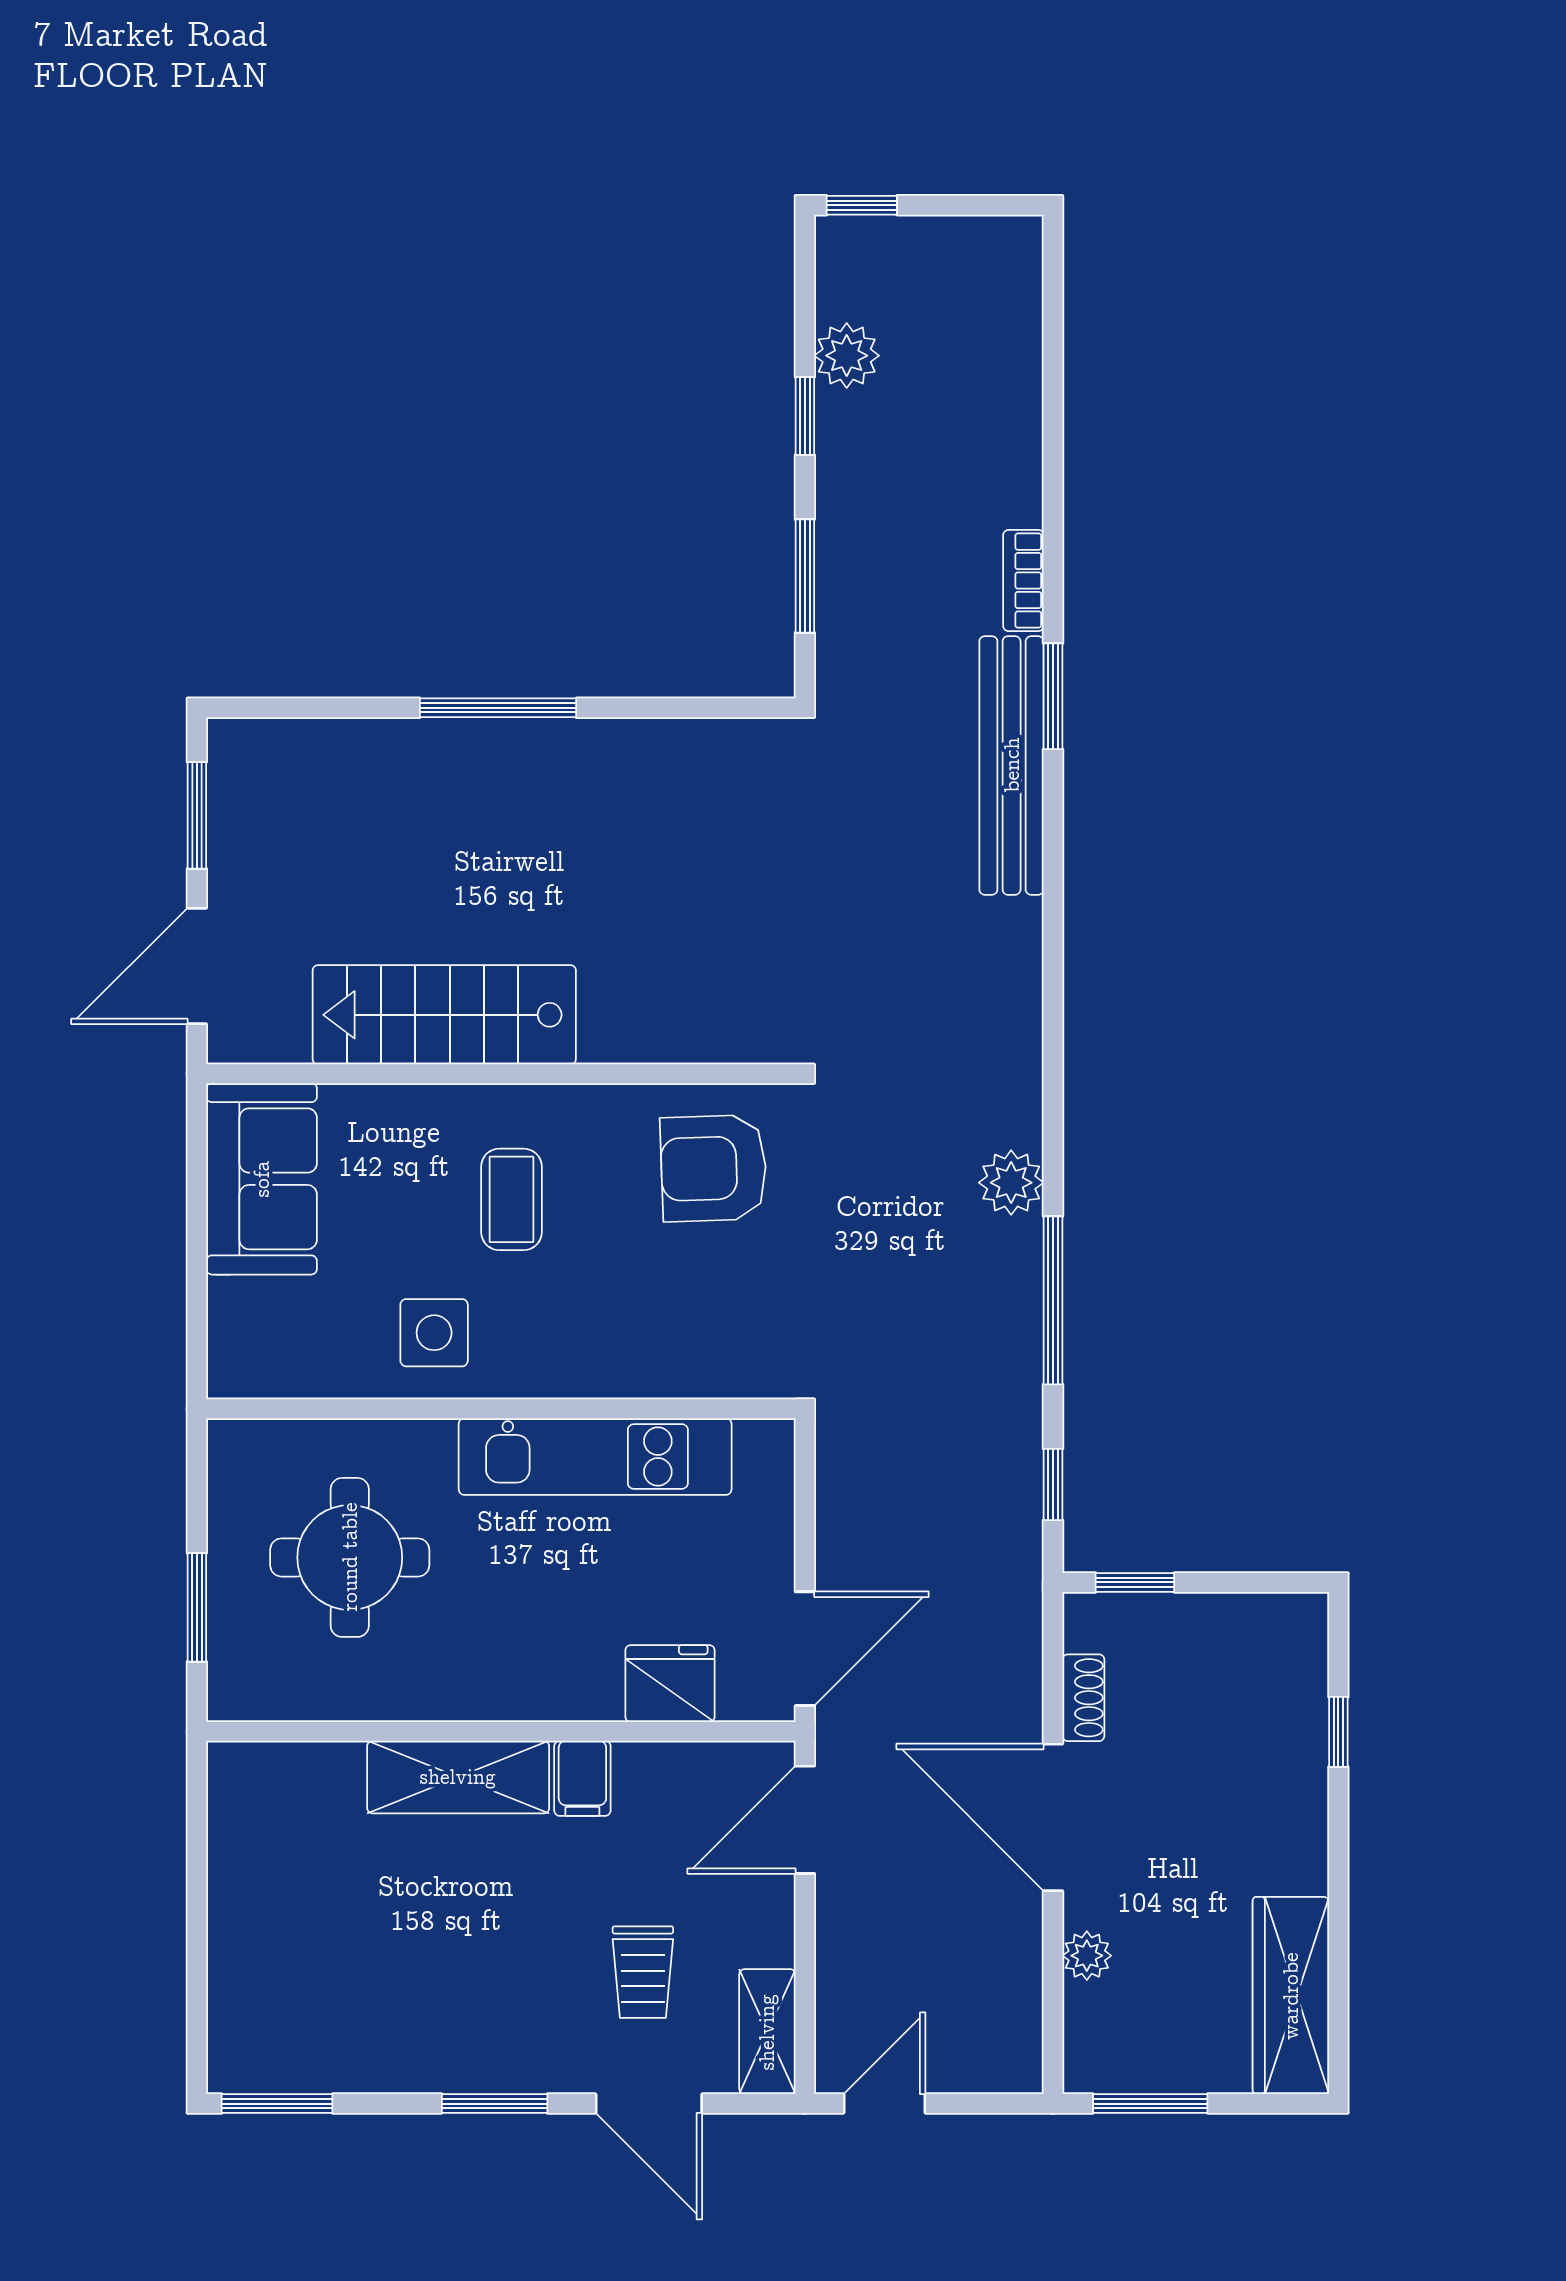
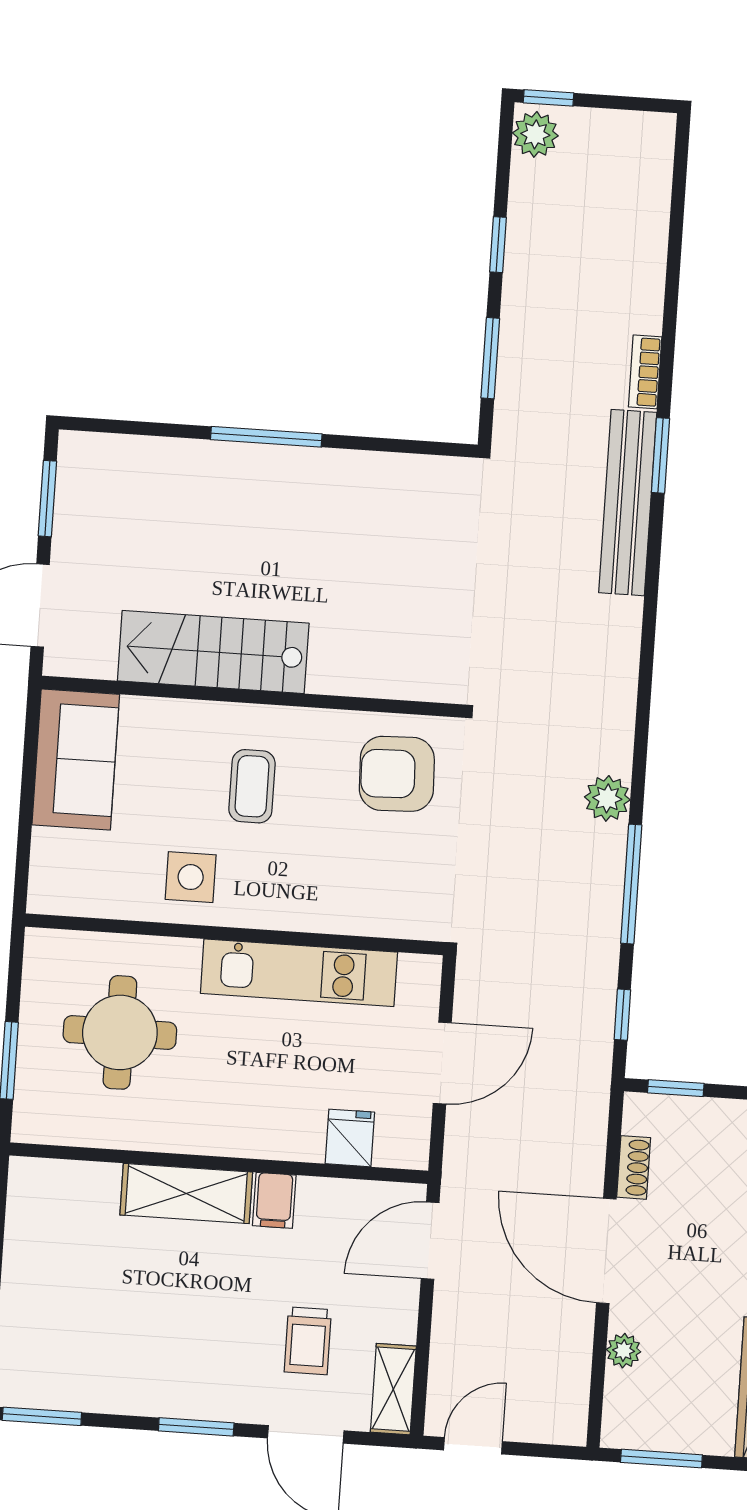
plant: (847, 356) -> (535, 134), moved
door: (805, 1649) -> (442, 1063), moved
fridge: (670, 1684) -> (350, 1138), width x0.72

